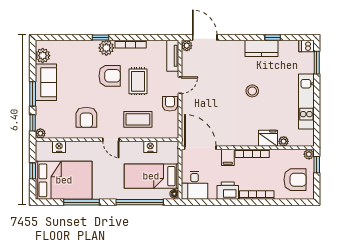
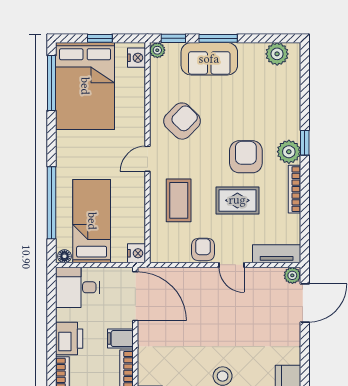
armchair: (110, 76) -> (246, 157), turned 180
sofa: (46, 82) -> (209, 59), moved
armchair: (170, 104) -> (203, 250), turned -90
armchair: (86, 117) -> (182, 121), turned 134
nightstand: (59, 147) -> (137, 58), moved
nightstand: (150, 147) -> (137, 253), moved
door: (200, 148) -> (135, 296), hinge flipped
window: (81, 202) -> (52, 83), moved

